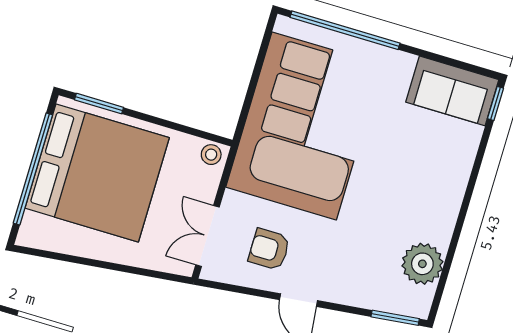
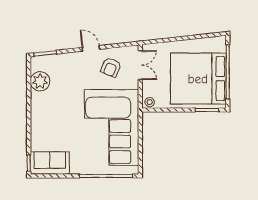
armchair: (269, 249) -> (111, 67), turned 112

